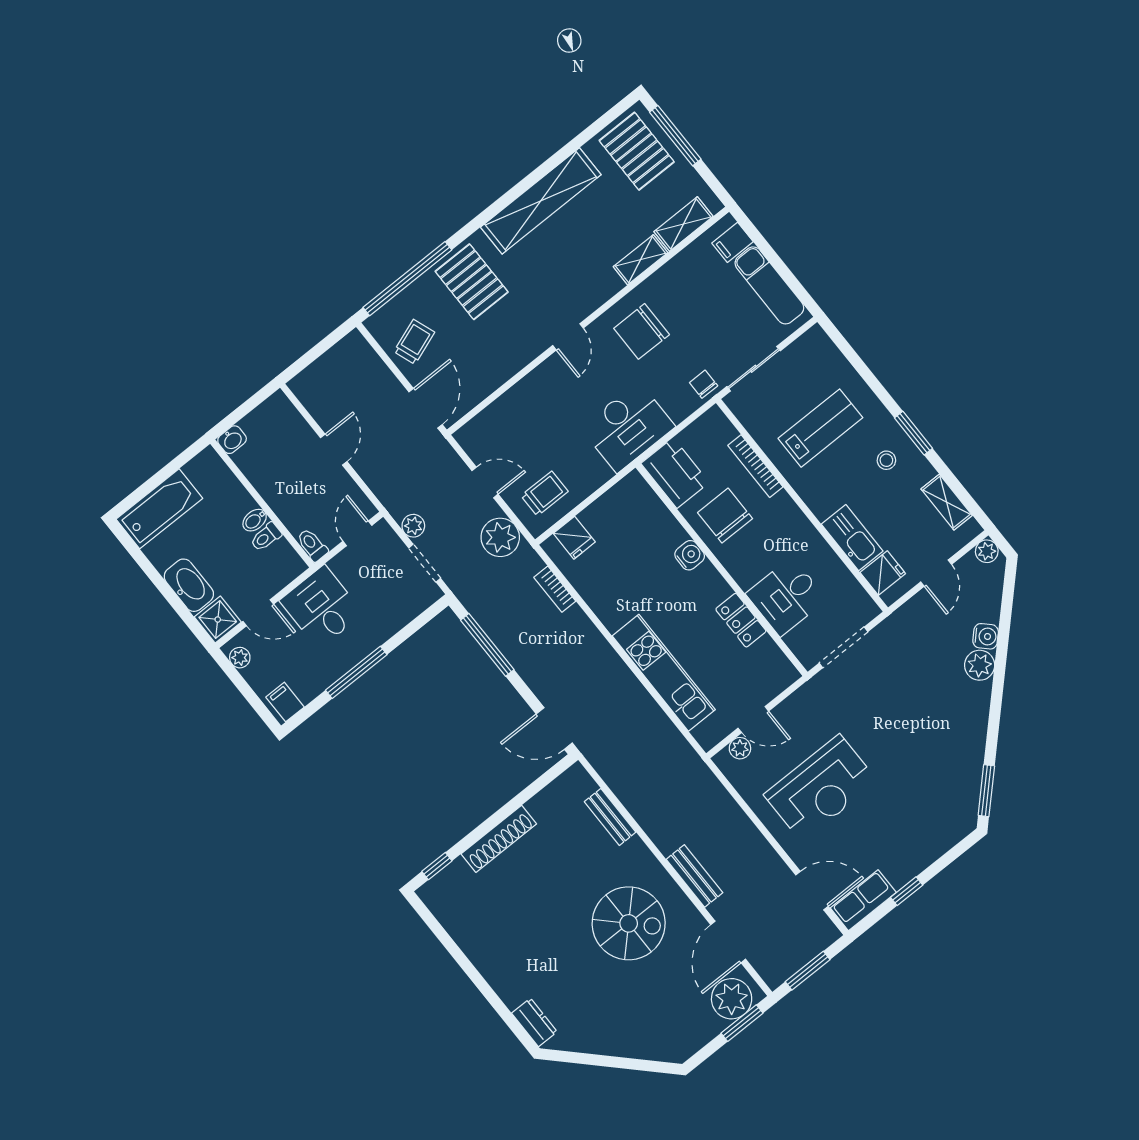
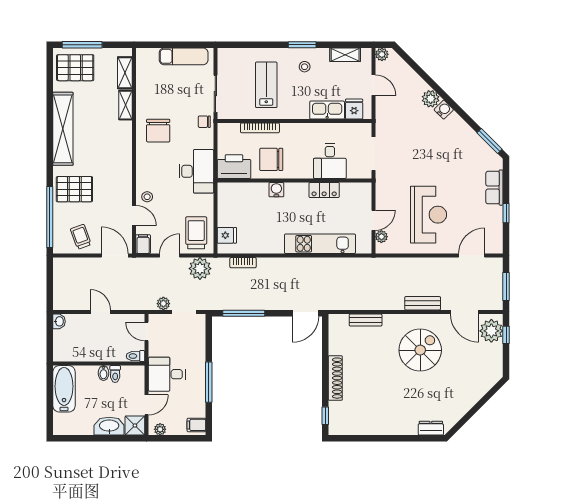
filing cabinet: (732, 242) -> (143, 244), moved, turned 180
door: (568, 337) -> (134, 215), moved
stool: (540, 388) -> (147, 197), added
washbasin: (232, 440) -> (59, 321), moved
trolley: (544, 494) -> (196, 233), width x1.36, depth x1.39
bathtub: (159, 509) -> (64, 389), moved
water cooler: (986, 636) -> (444, 110), moved
row of seats: (863, 900) -> (494, 188), moved
window: (742, 1023) -> (506, 335), width x0.67

